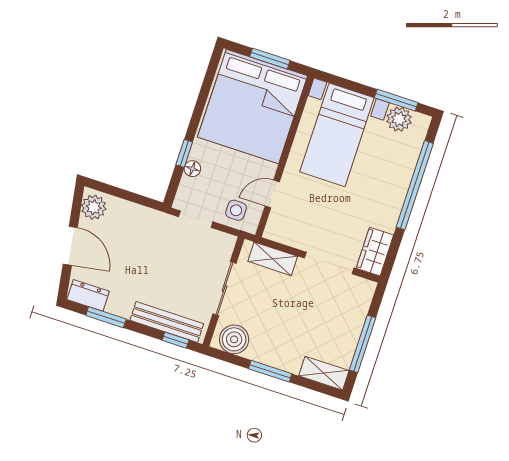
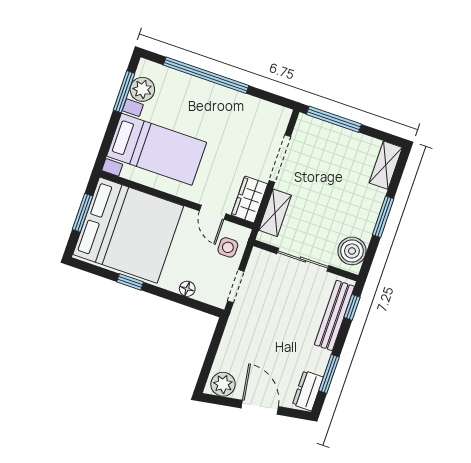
window: (184, 153) -> (130, 282), moved
door: (70, 246) -> (260, 407), hinge flipped
wardrobe: (375, 252) -> (249, 200), moved, turned 90
window: (363, 344) -> (334, 119), moved

